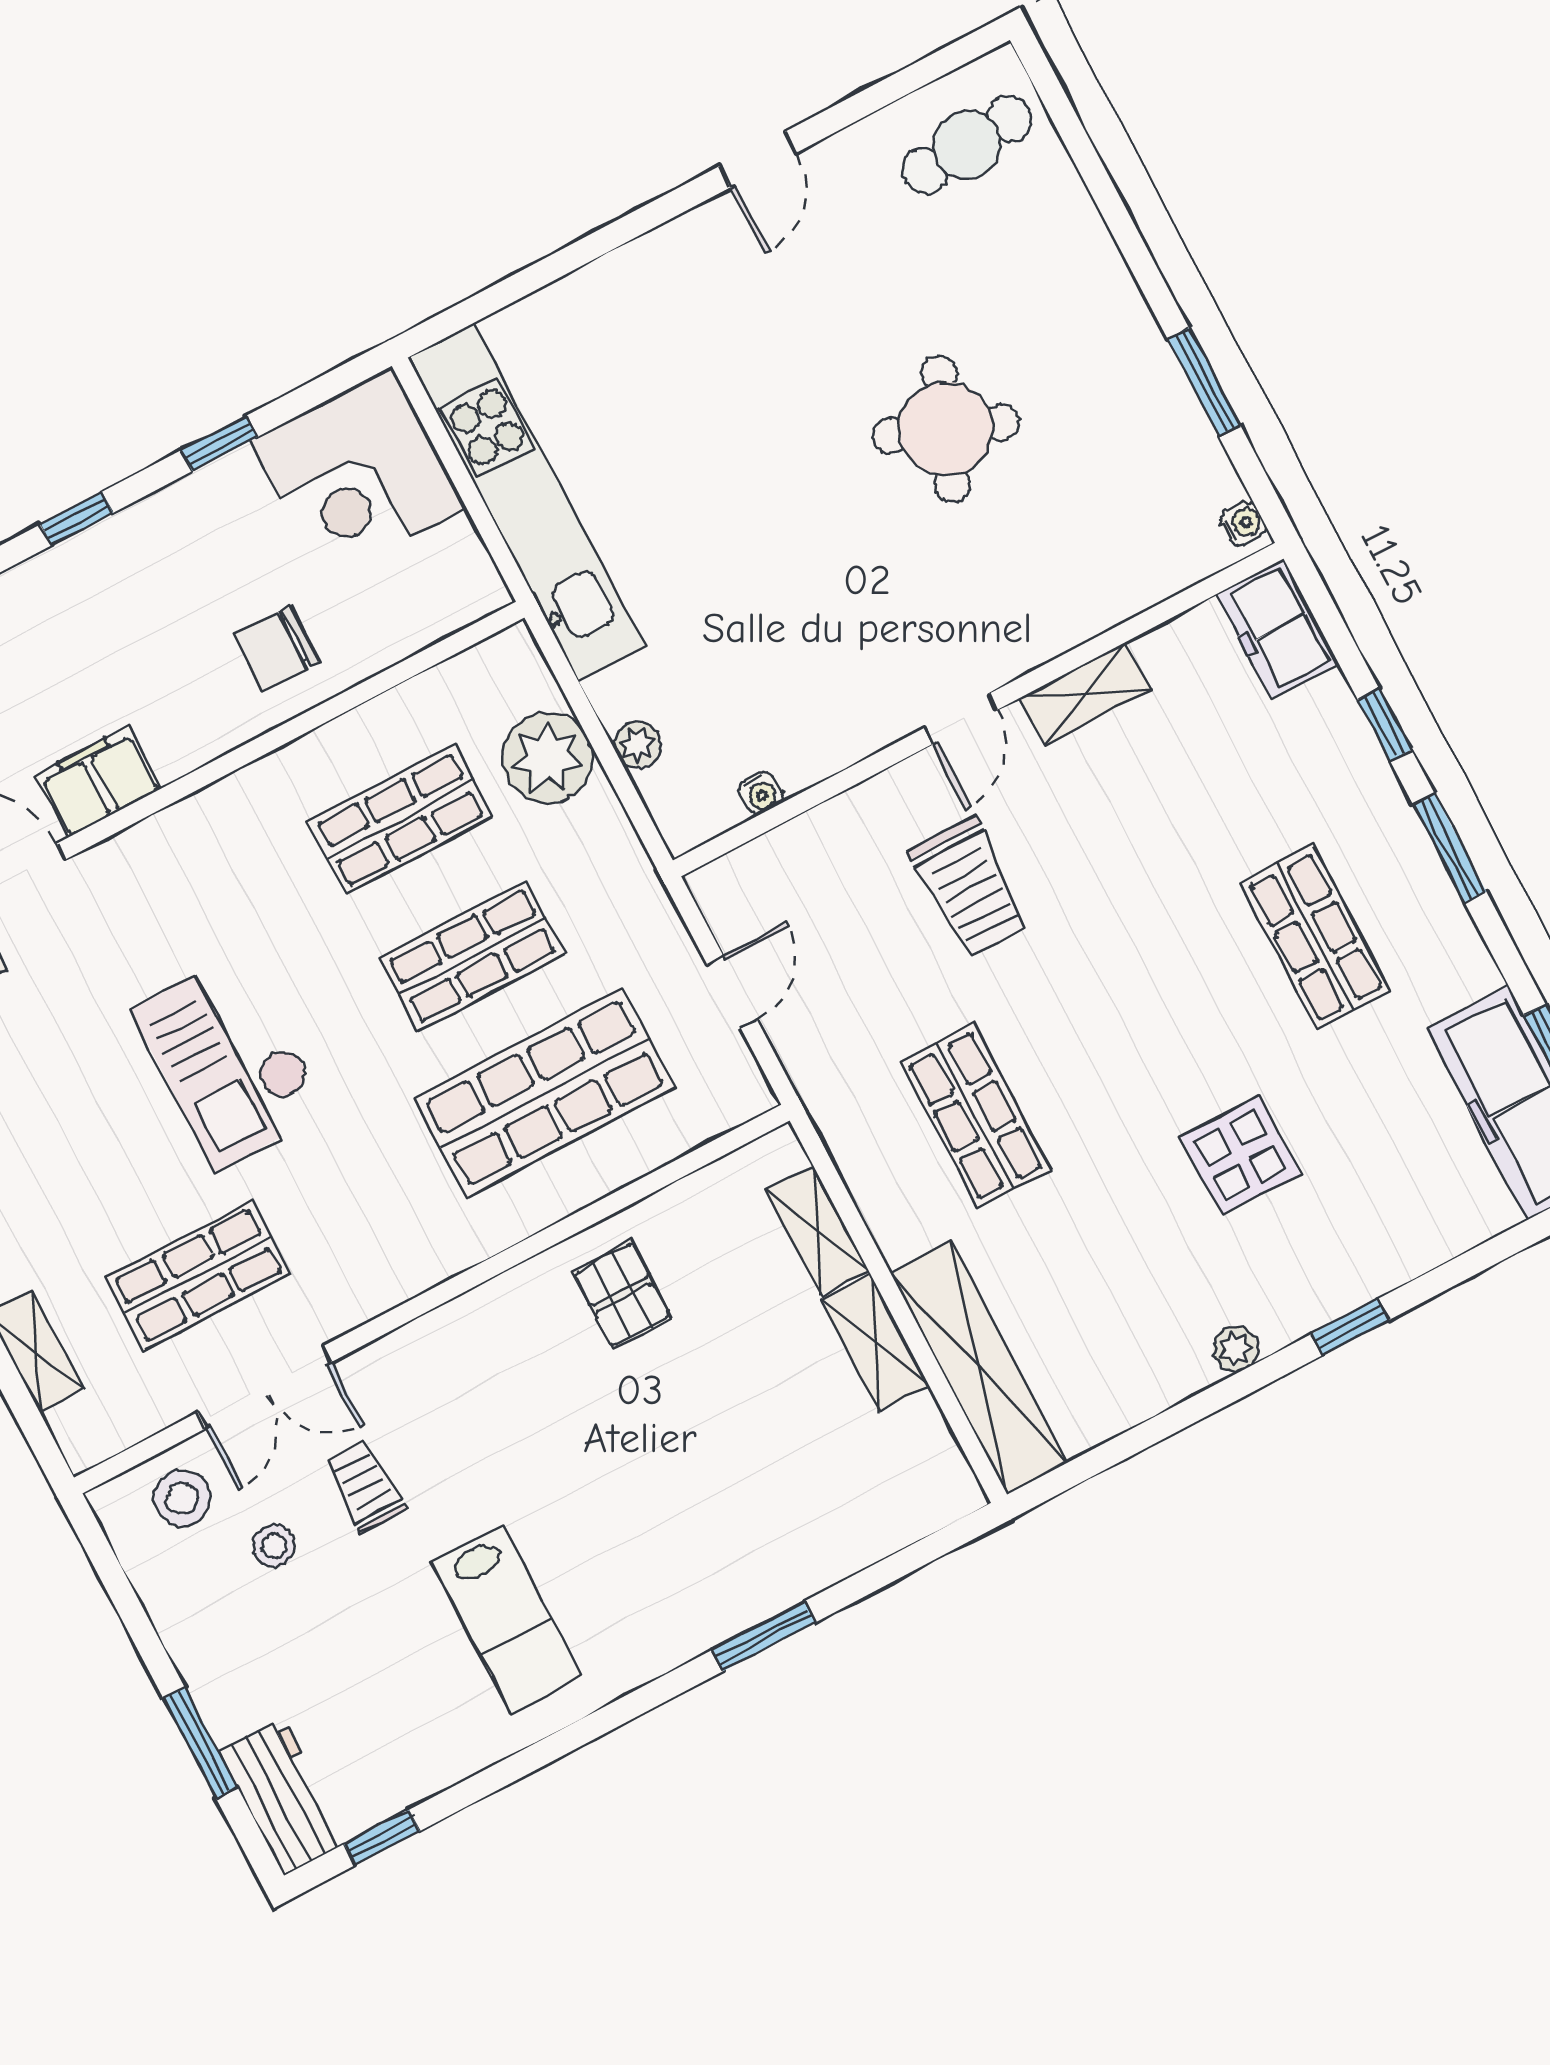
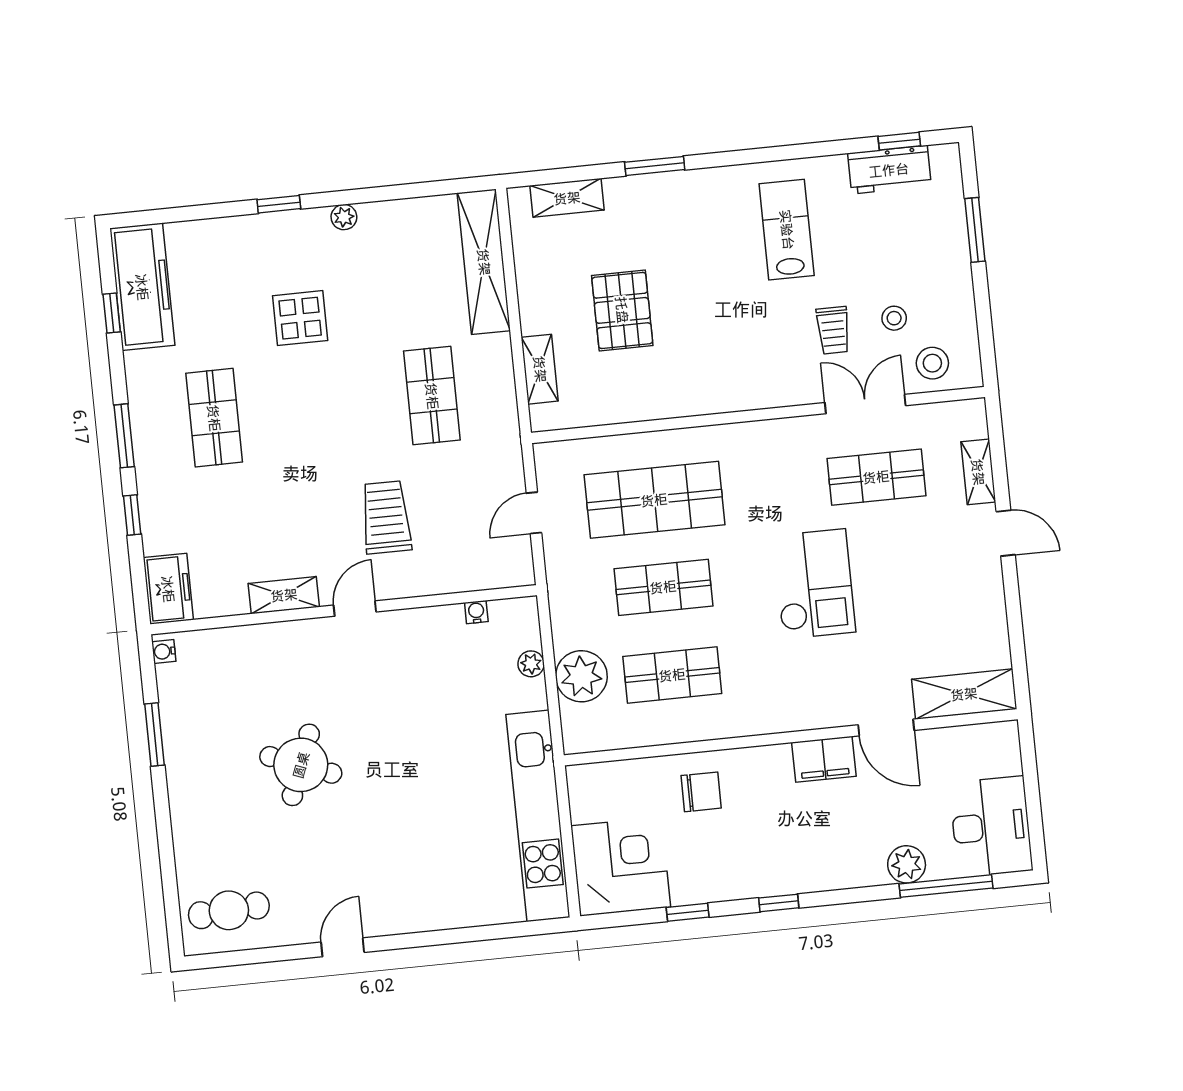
pallet: (622, 1295) -> (622, 310), moved, width x1.50, depth x1.42
shelving: (875, 1343) -> (567, 198), moved, turned 90
workbench: (283, 1797) -> (889, 170), moved, turned -90

